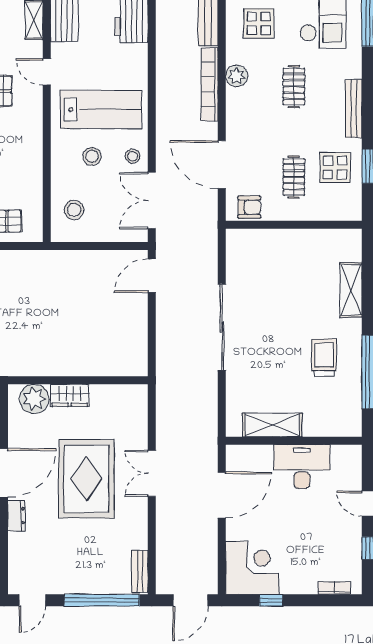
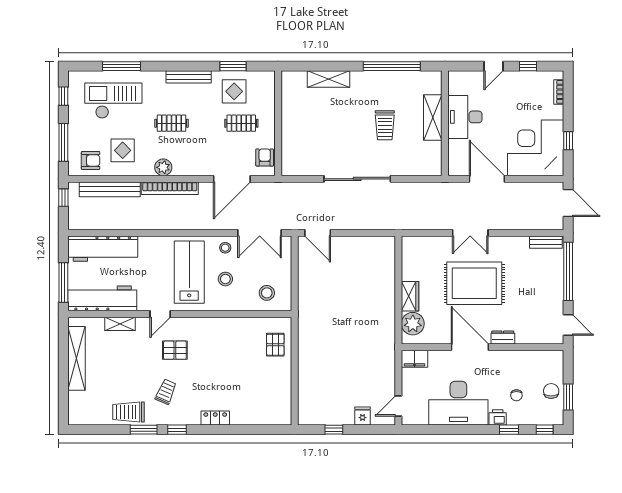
trolley: (324, 358) -> (385, 125), moved, turned -90
shelving: (272, 425) -> (433, 118), moved
corner desk: (252, 568) -> (536, 148), width x1.36, depth x1.36

